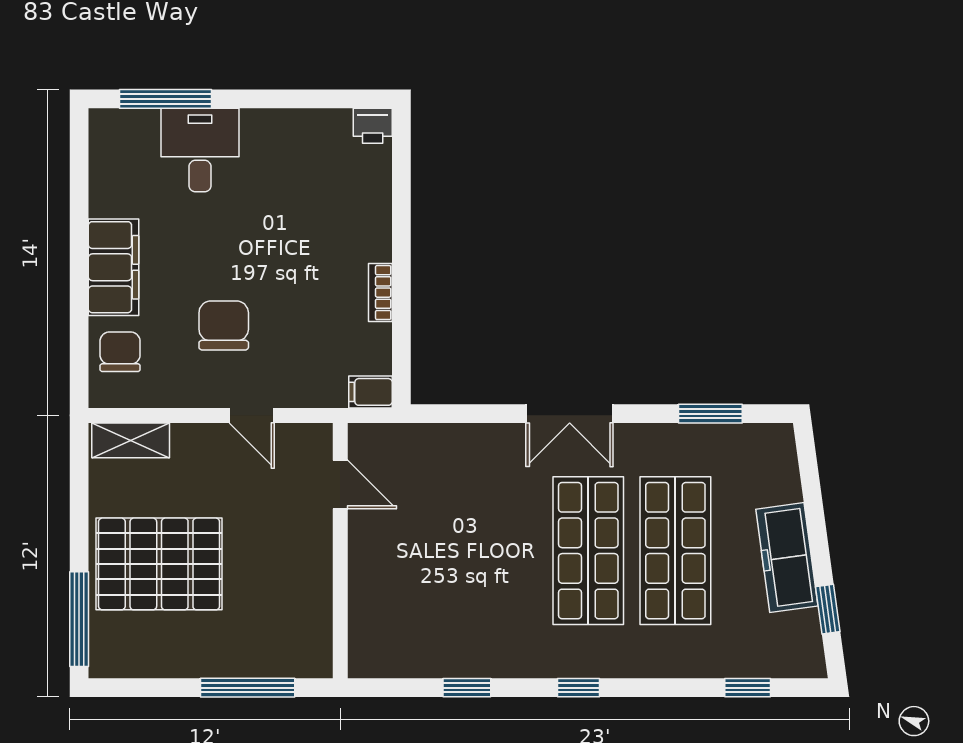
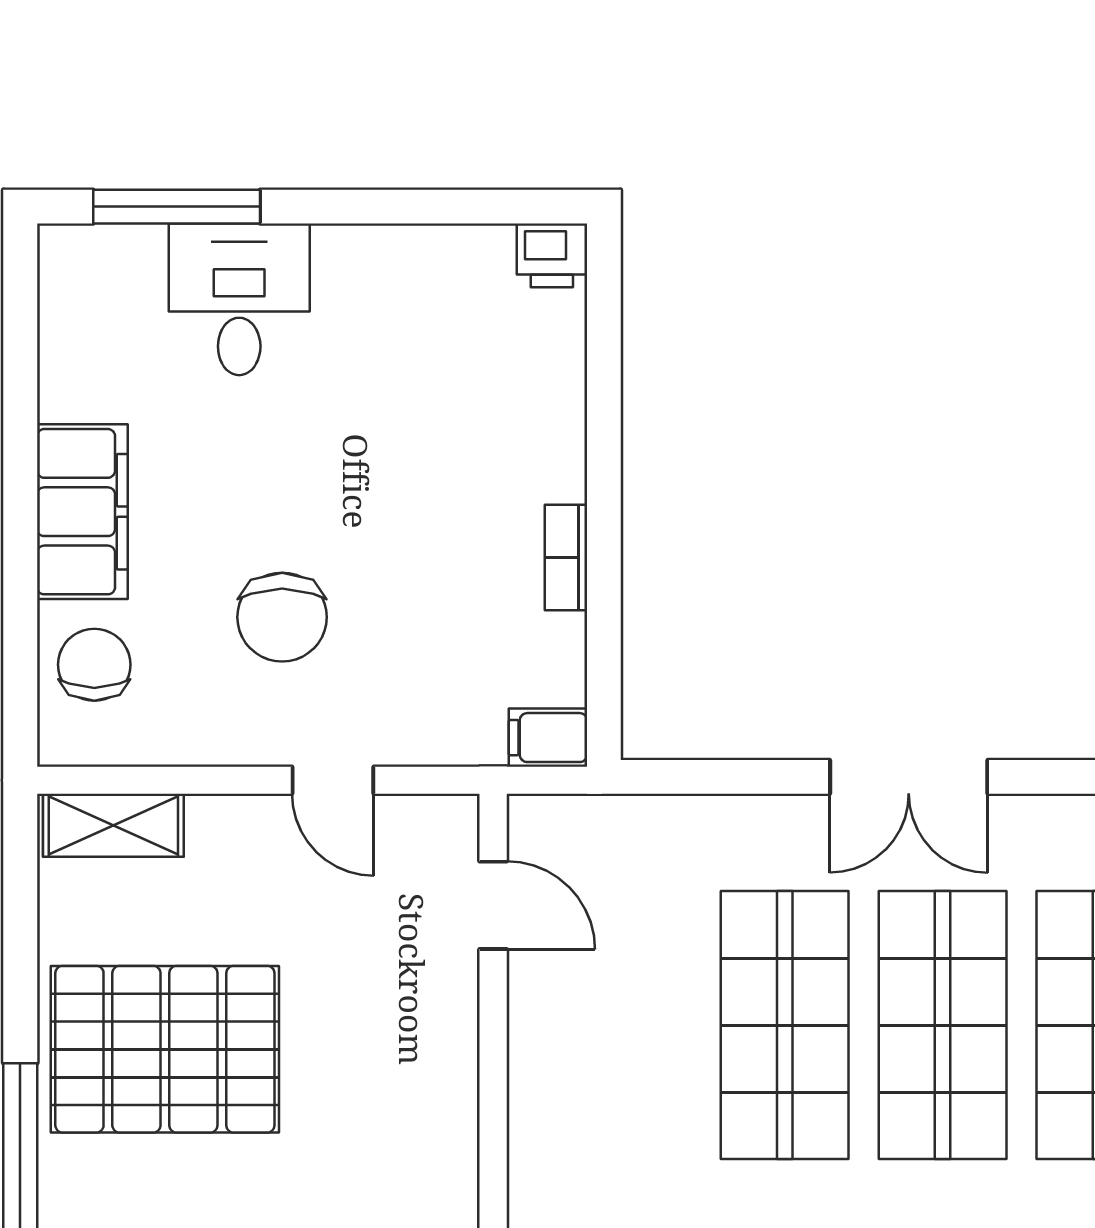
chair: (224, 325) -> (282, 617), turned 180
shop shelf: (501, 551) -> (785, 1025), added

